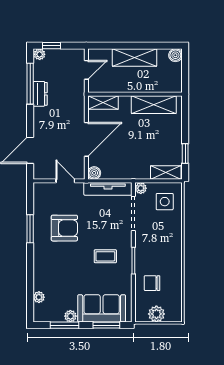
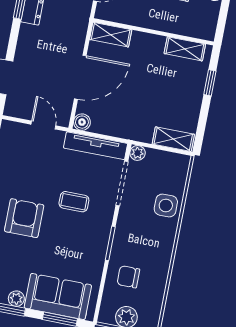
shelving: (154, 105) -> (185, 49), width x0.67, depth x0.75
window: (185, 154) -> (210, 83), moved
side table: (165, 202) -> (166, 205), moved
armchair: (64, 228) -> (24, 218), moved, turned -90
coffee table: (105, 256) -> (74, 202), moved

